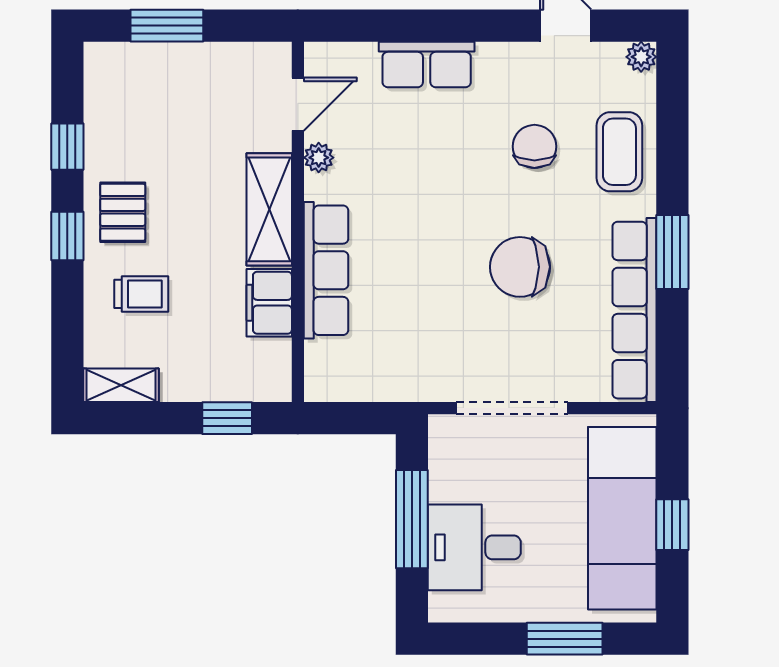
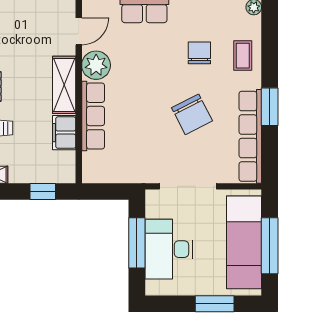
coffee table: (619, 152) -> (243, 56), width x0.73, depth x0.77
plant: (319, 158) -> (96, 65), width x1.88, depth x1.88
chair: (520, 267) -> (192, 114), turned -117
window: (672, 525) -> (270, 246), width x2.17
desk: (474, 547) -> (169, 249), width x1.37

